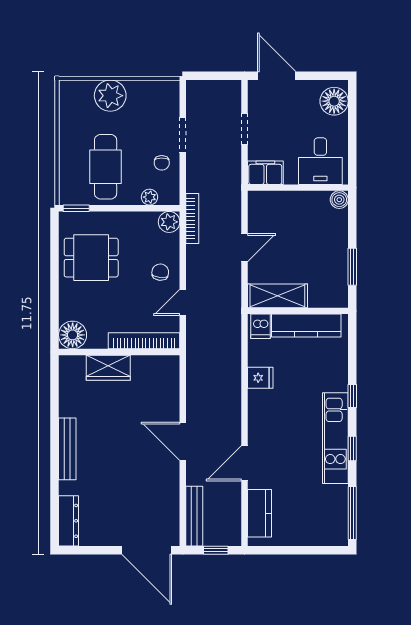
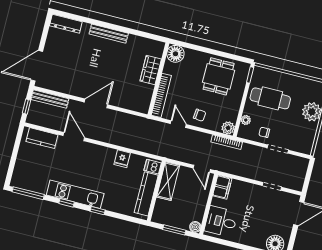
desk: (320, 161) -> (221, 221), moved
filing cabinet: (265, 173) -> (222, 187), moved
wall: (298, 188) -> (209, 204), moved
boiler: (339, 200) -> (195, 227), moved

